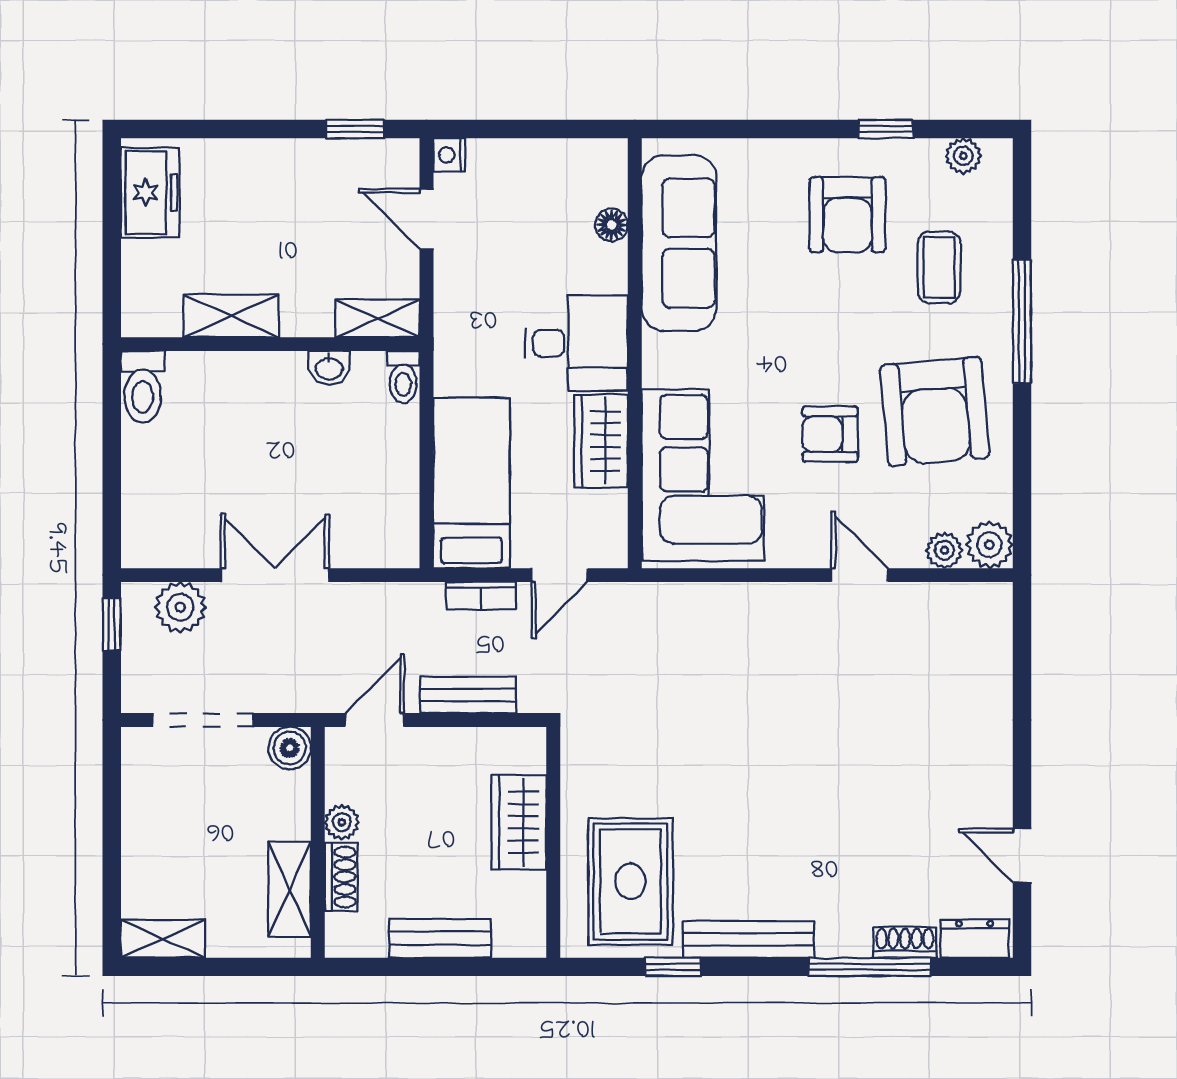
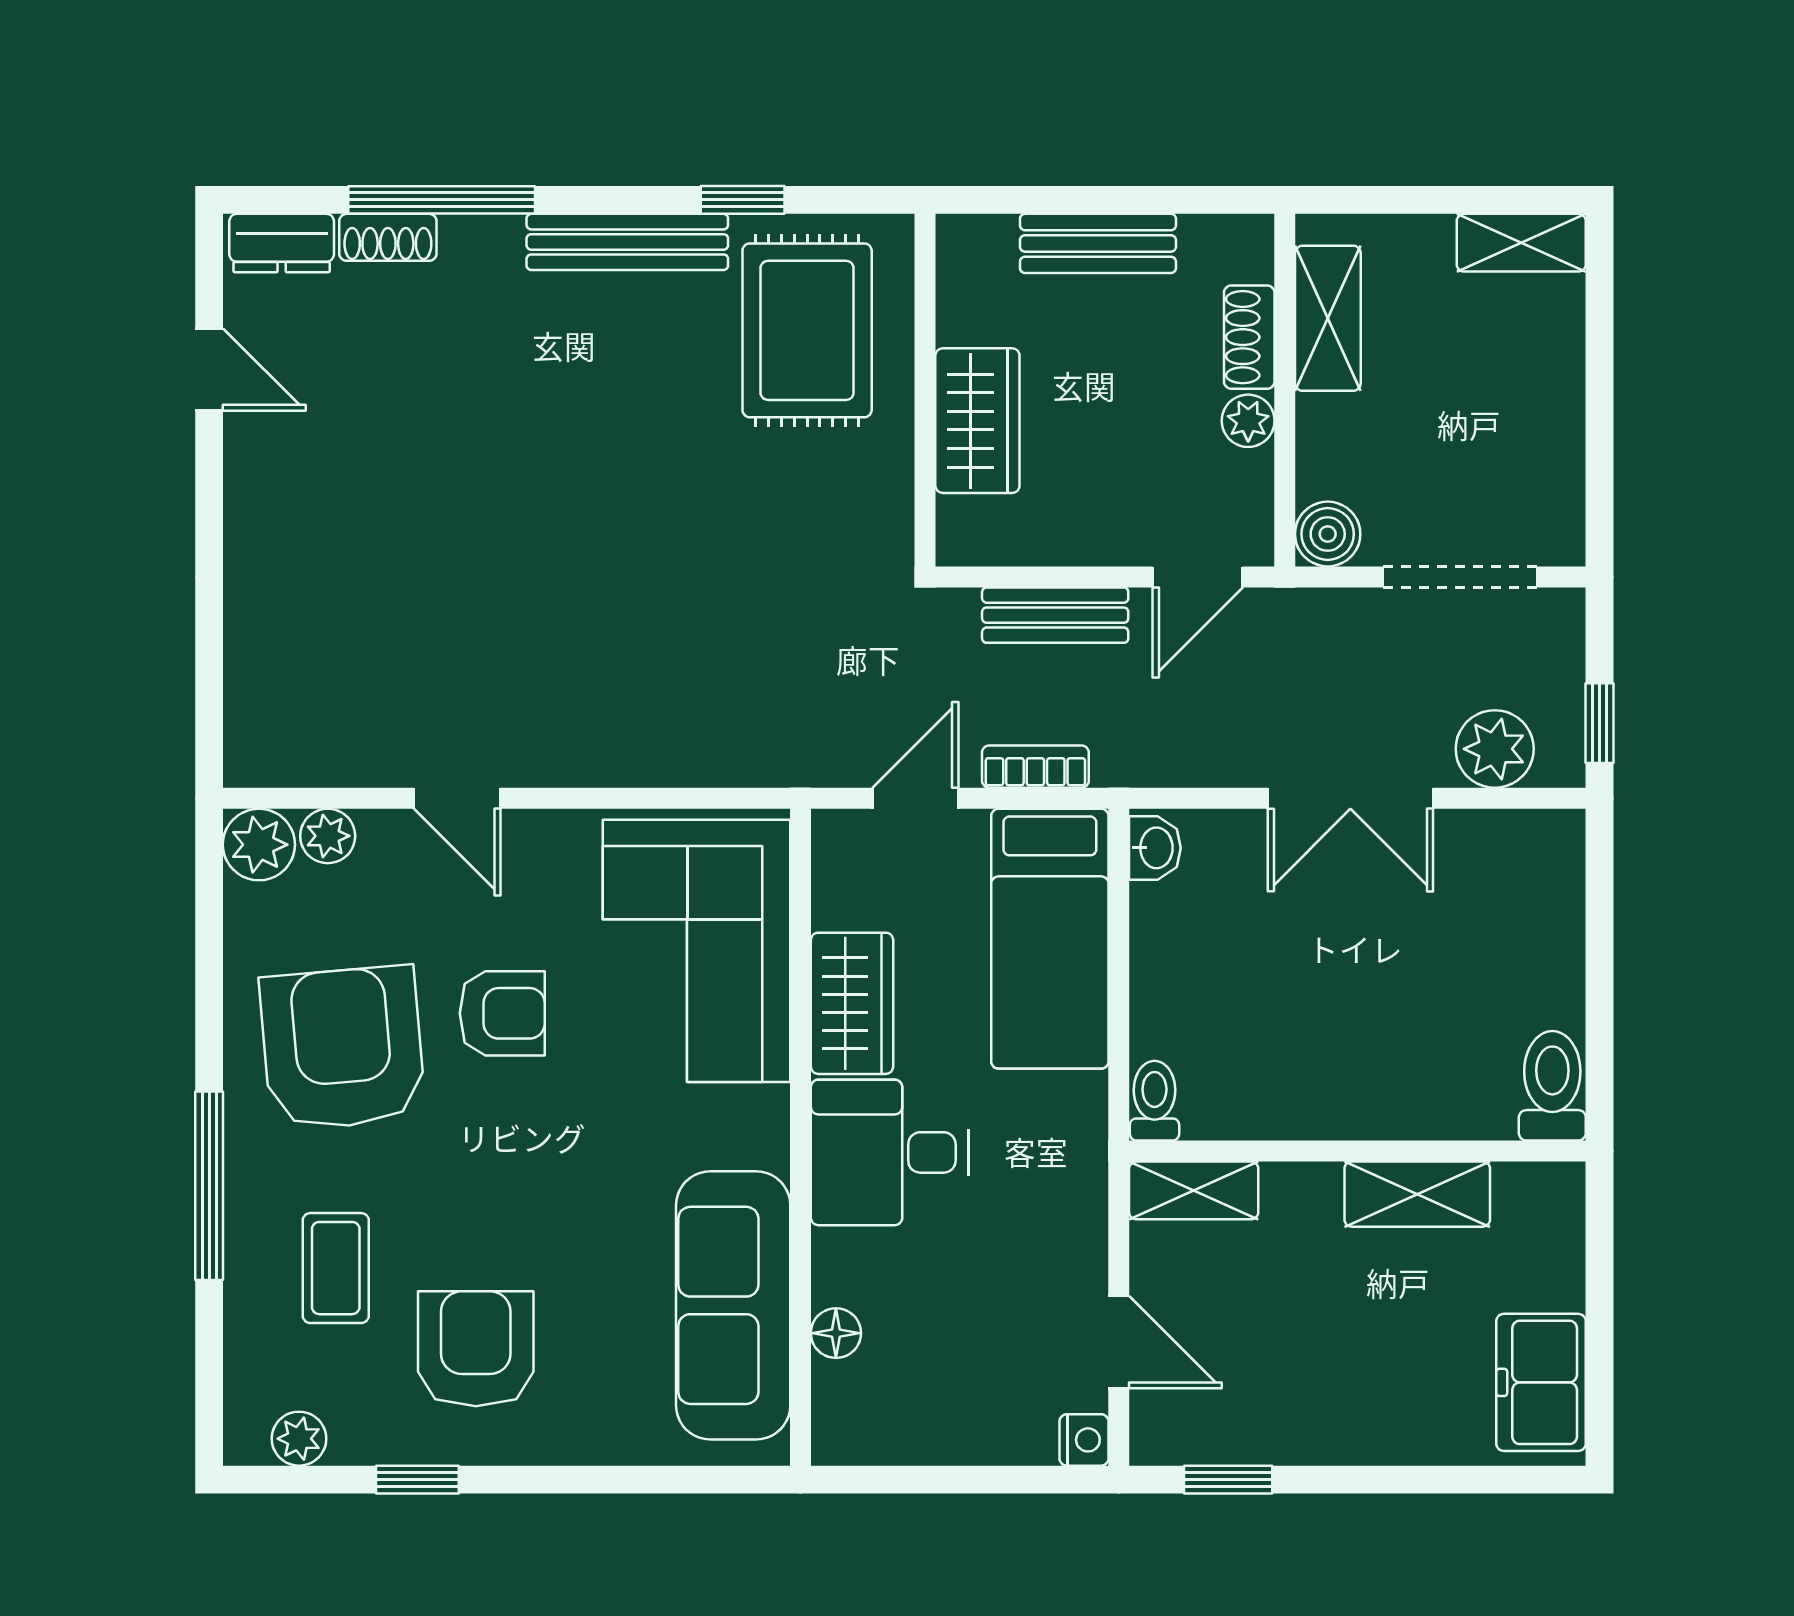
washbasin: (329, 368) -> (1155, 848), moved, turned 90

